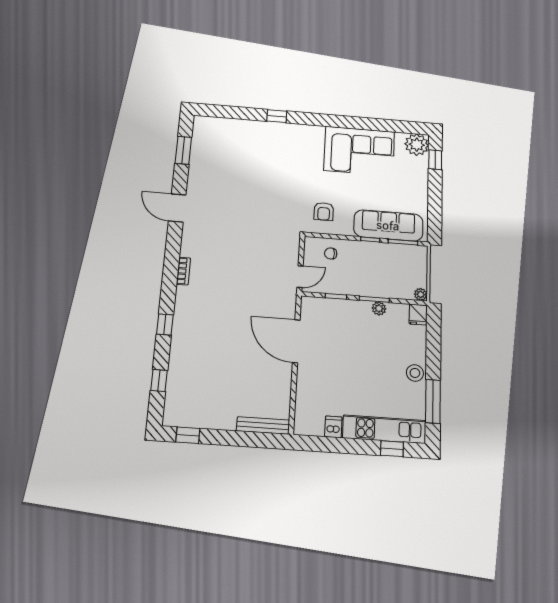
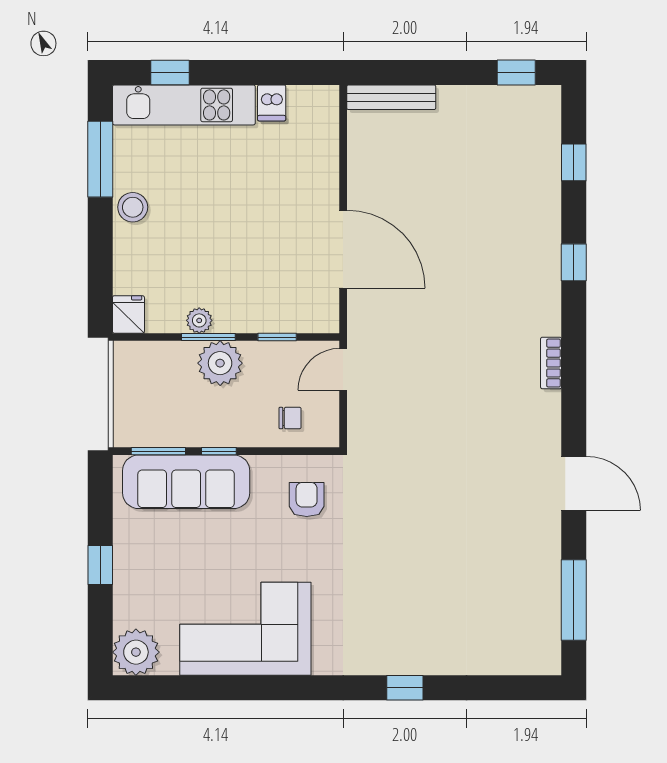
window: (183, 150) -> (574, 600), width x1.44
window: (435, 160) -> (100, 565), moved
plant: (421, 294) -> (220, 363), moved, width x1.88, depth x1.88

